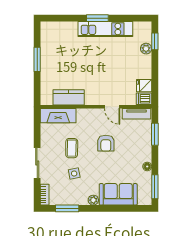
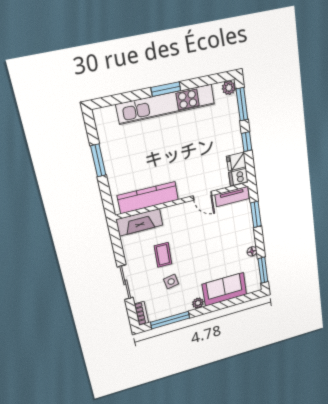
kitchen unit: (105, 29) -> (166, 104), width x1.36
window: (155, 41) -> (242, 104), width x1.50
plant: (146, 49) -> (229, 88), moved
window: (155, 72) -> (247, 142), added
kitchen counter: (69, 97) -> (148, 198), width x1.50
armchair: (106, 143) -> (202, 239), removed
window: (67, 208) -> (170, 320), width x1.44

